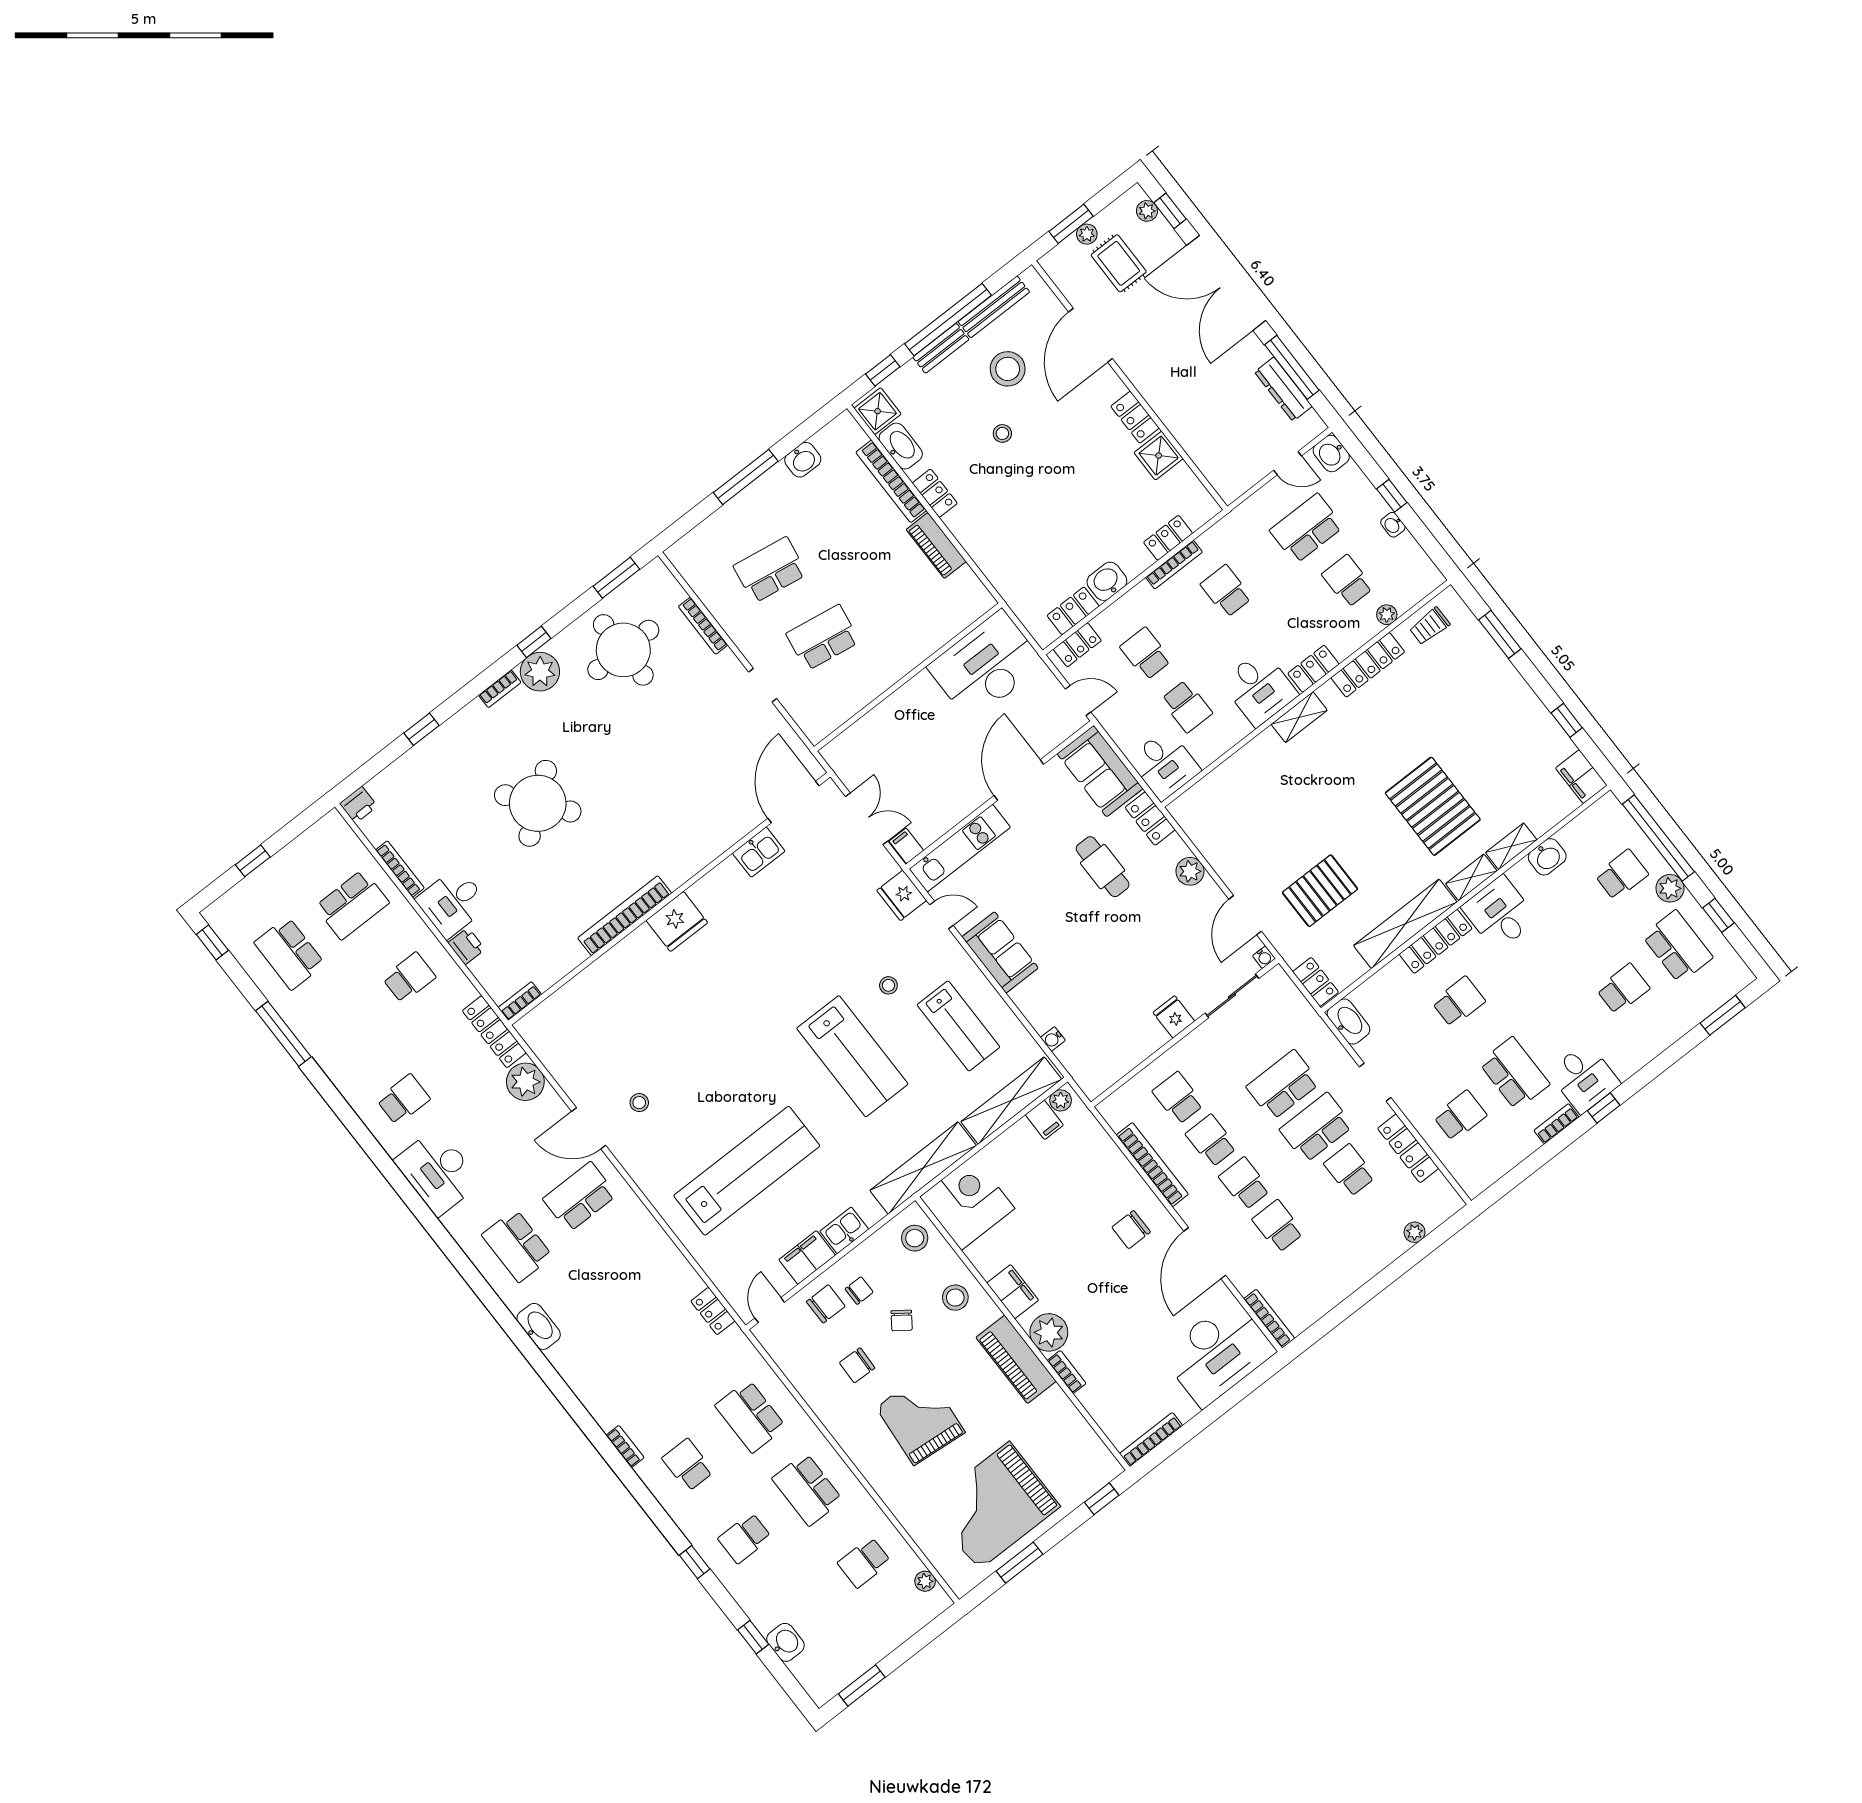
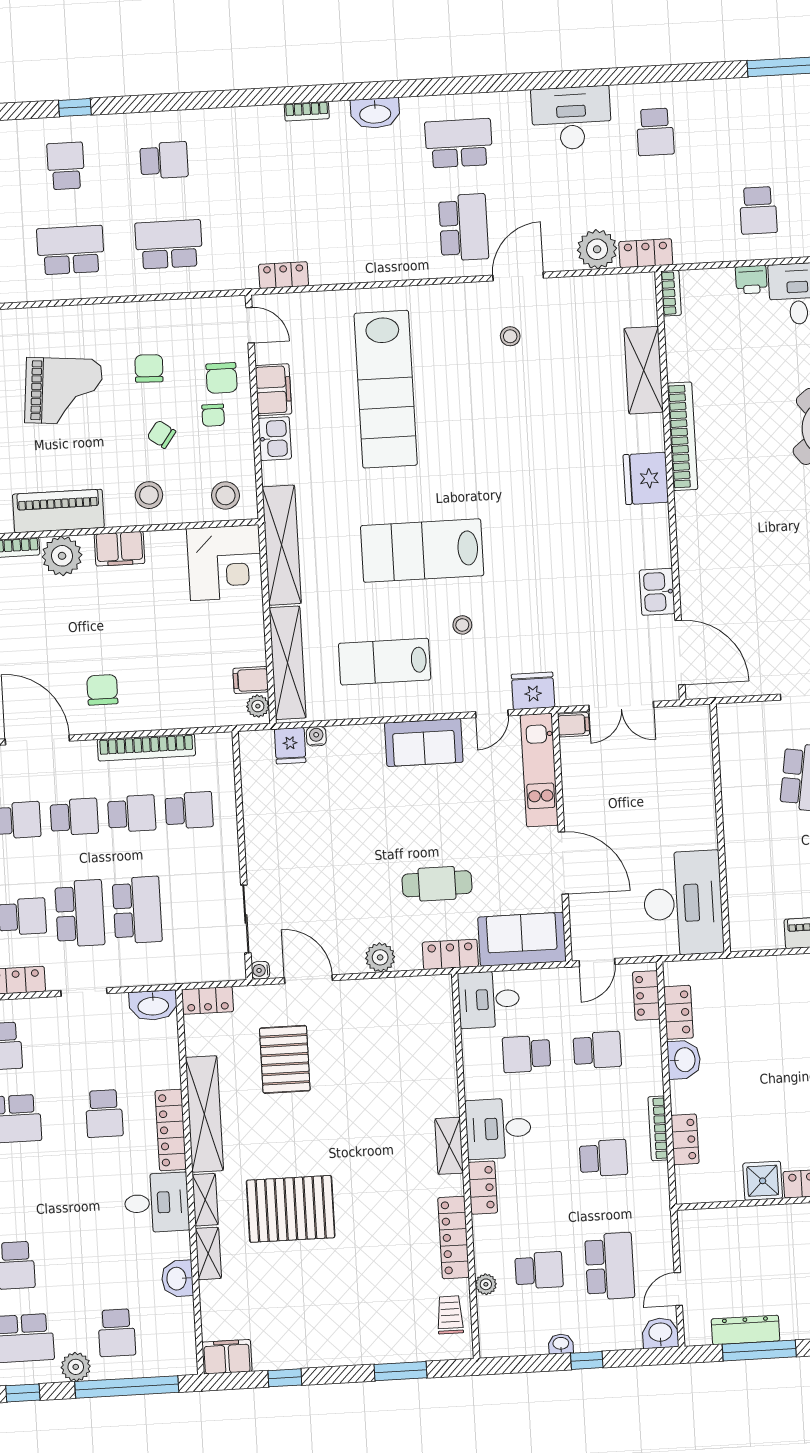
shelving: (594, 981) -> (644, 370), added
fridge: (1174, 1017) -> (290, 746), moved, turned 90
locker: (494, 1032) -> (646, 253), width x0.66
bookcase: (625, 1447) -> (307, 111), moved

